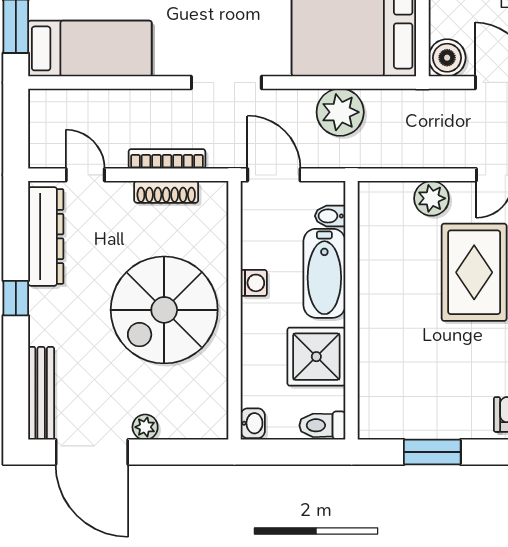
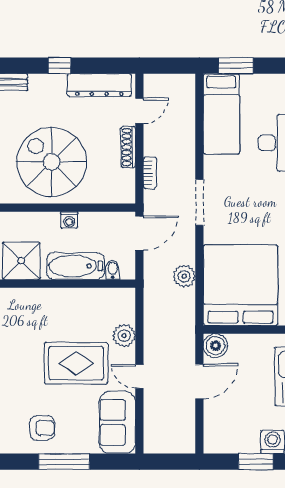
plant: (340, 112) -> (184, 276), width x0.73, depth x0.73
bookcase: (167, 159) -> (150, 173), width x0.64
shoe rack: (166, 192) -> (128, 147), moved

